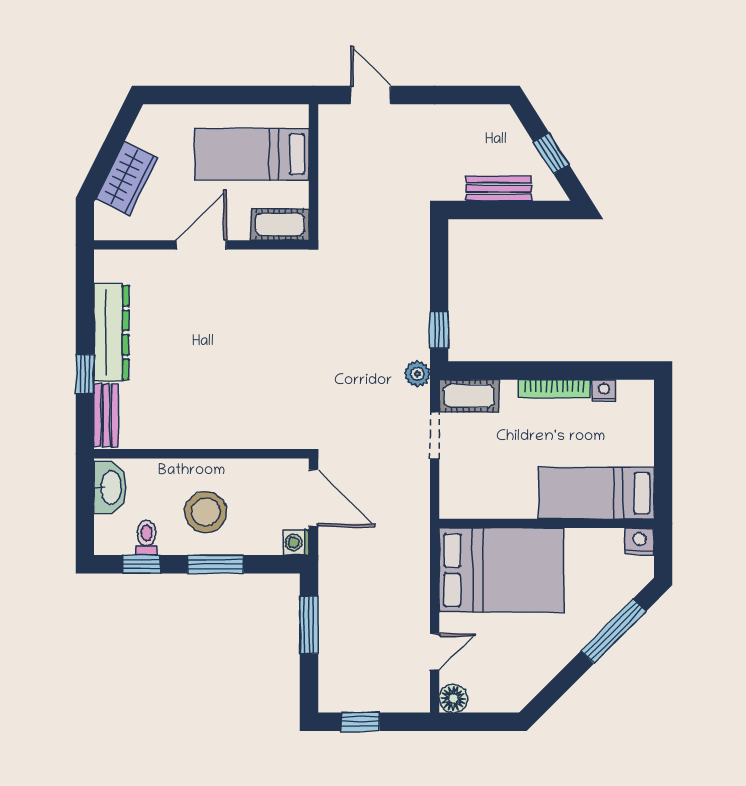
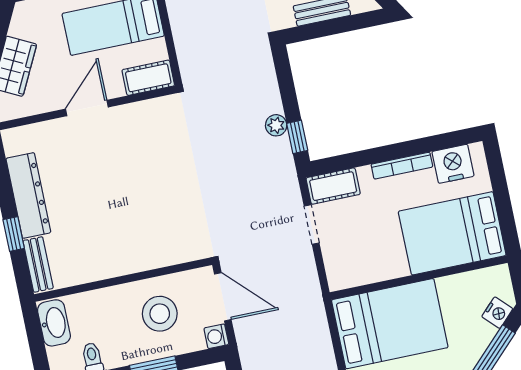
plant: (417, 374) -> (276, 125), moved
nightstand: (604, 390) -> (453, 164), width x1.89, depth x1.79
bed: (596, 493) -> (452, 233), width x1.50
stool: (206, 512) -> (160, 314), moved
nightstand: (640, 541) -> (497, 313), moved, turned 135

